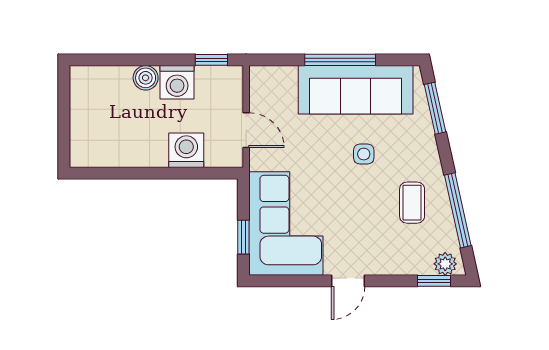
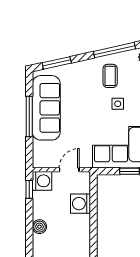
washing machine: (177, 82) -> (42, 181), moved
side table: (364, 154) -> (118, 104), moved
coffee table: (412, 203) -> (110, 76), turned 90

